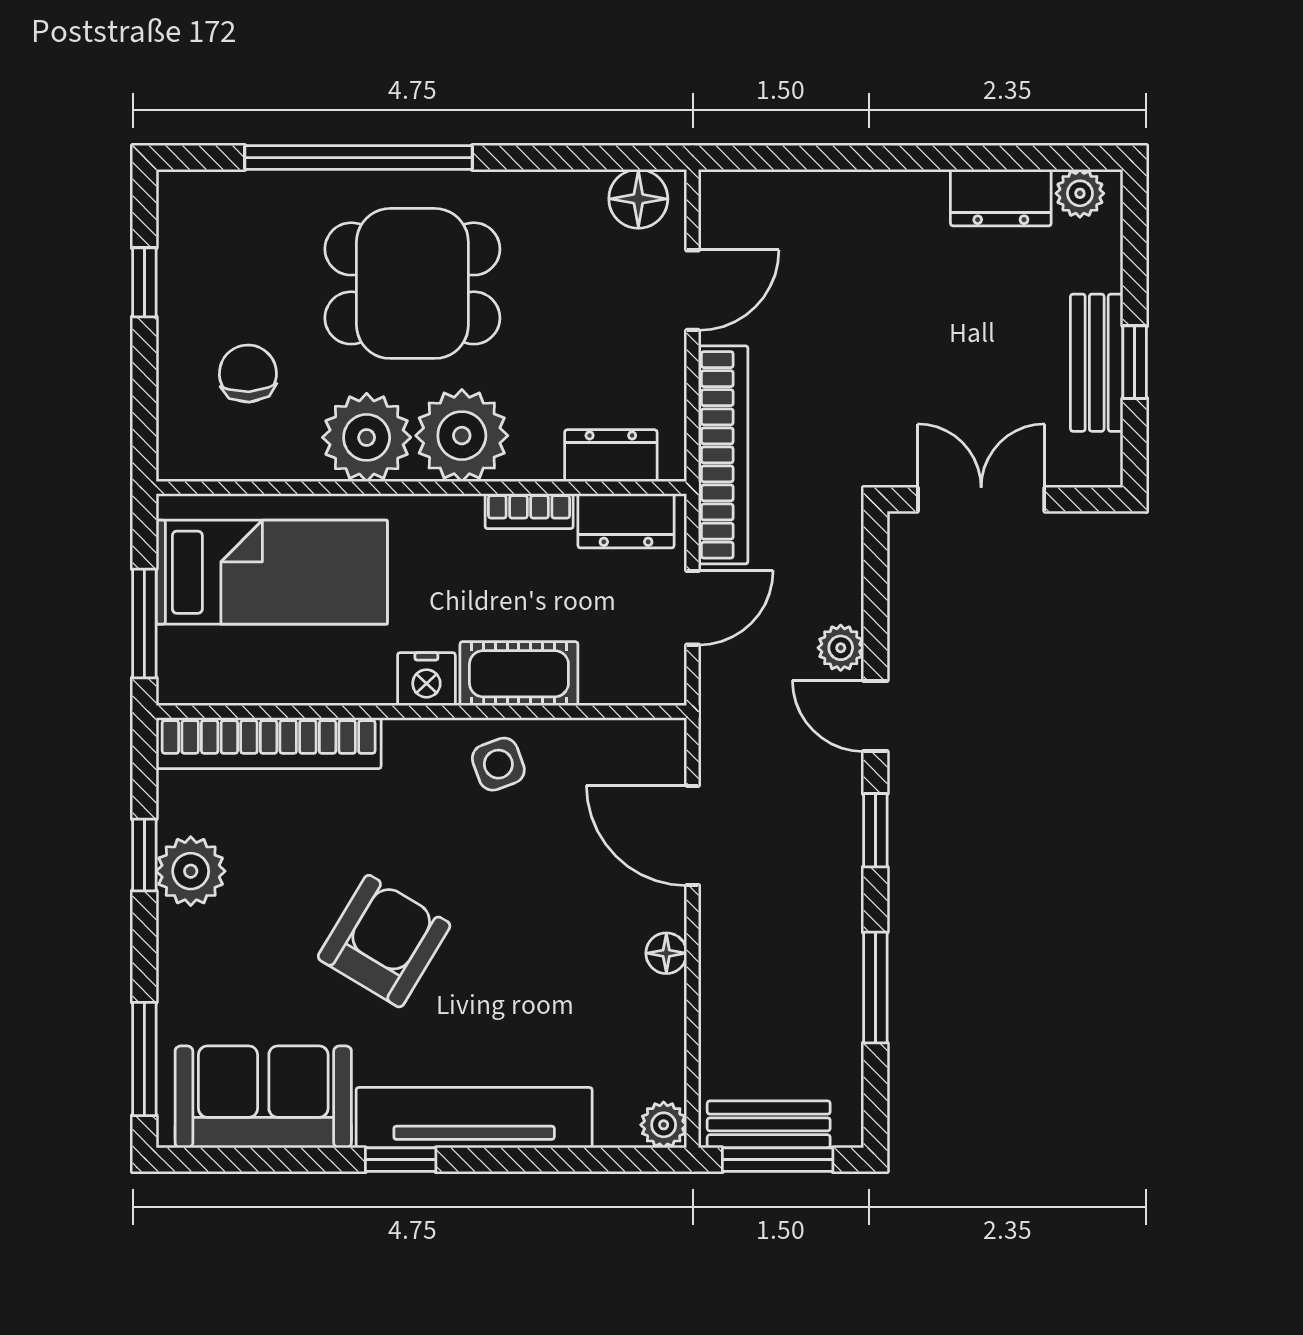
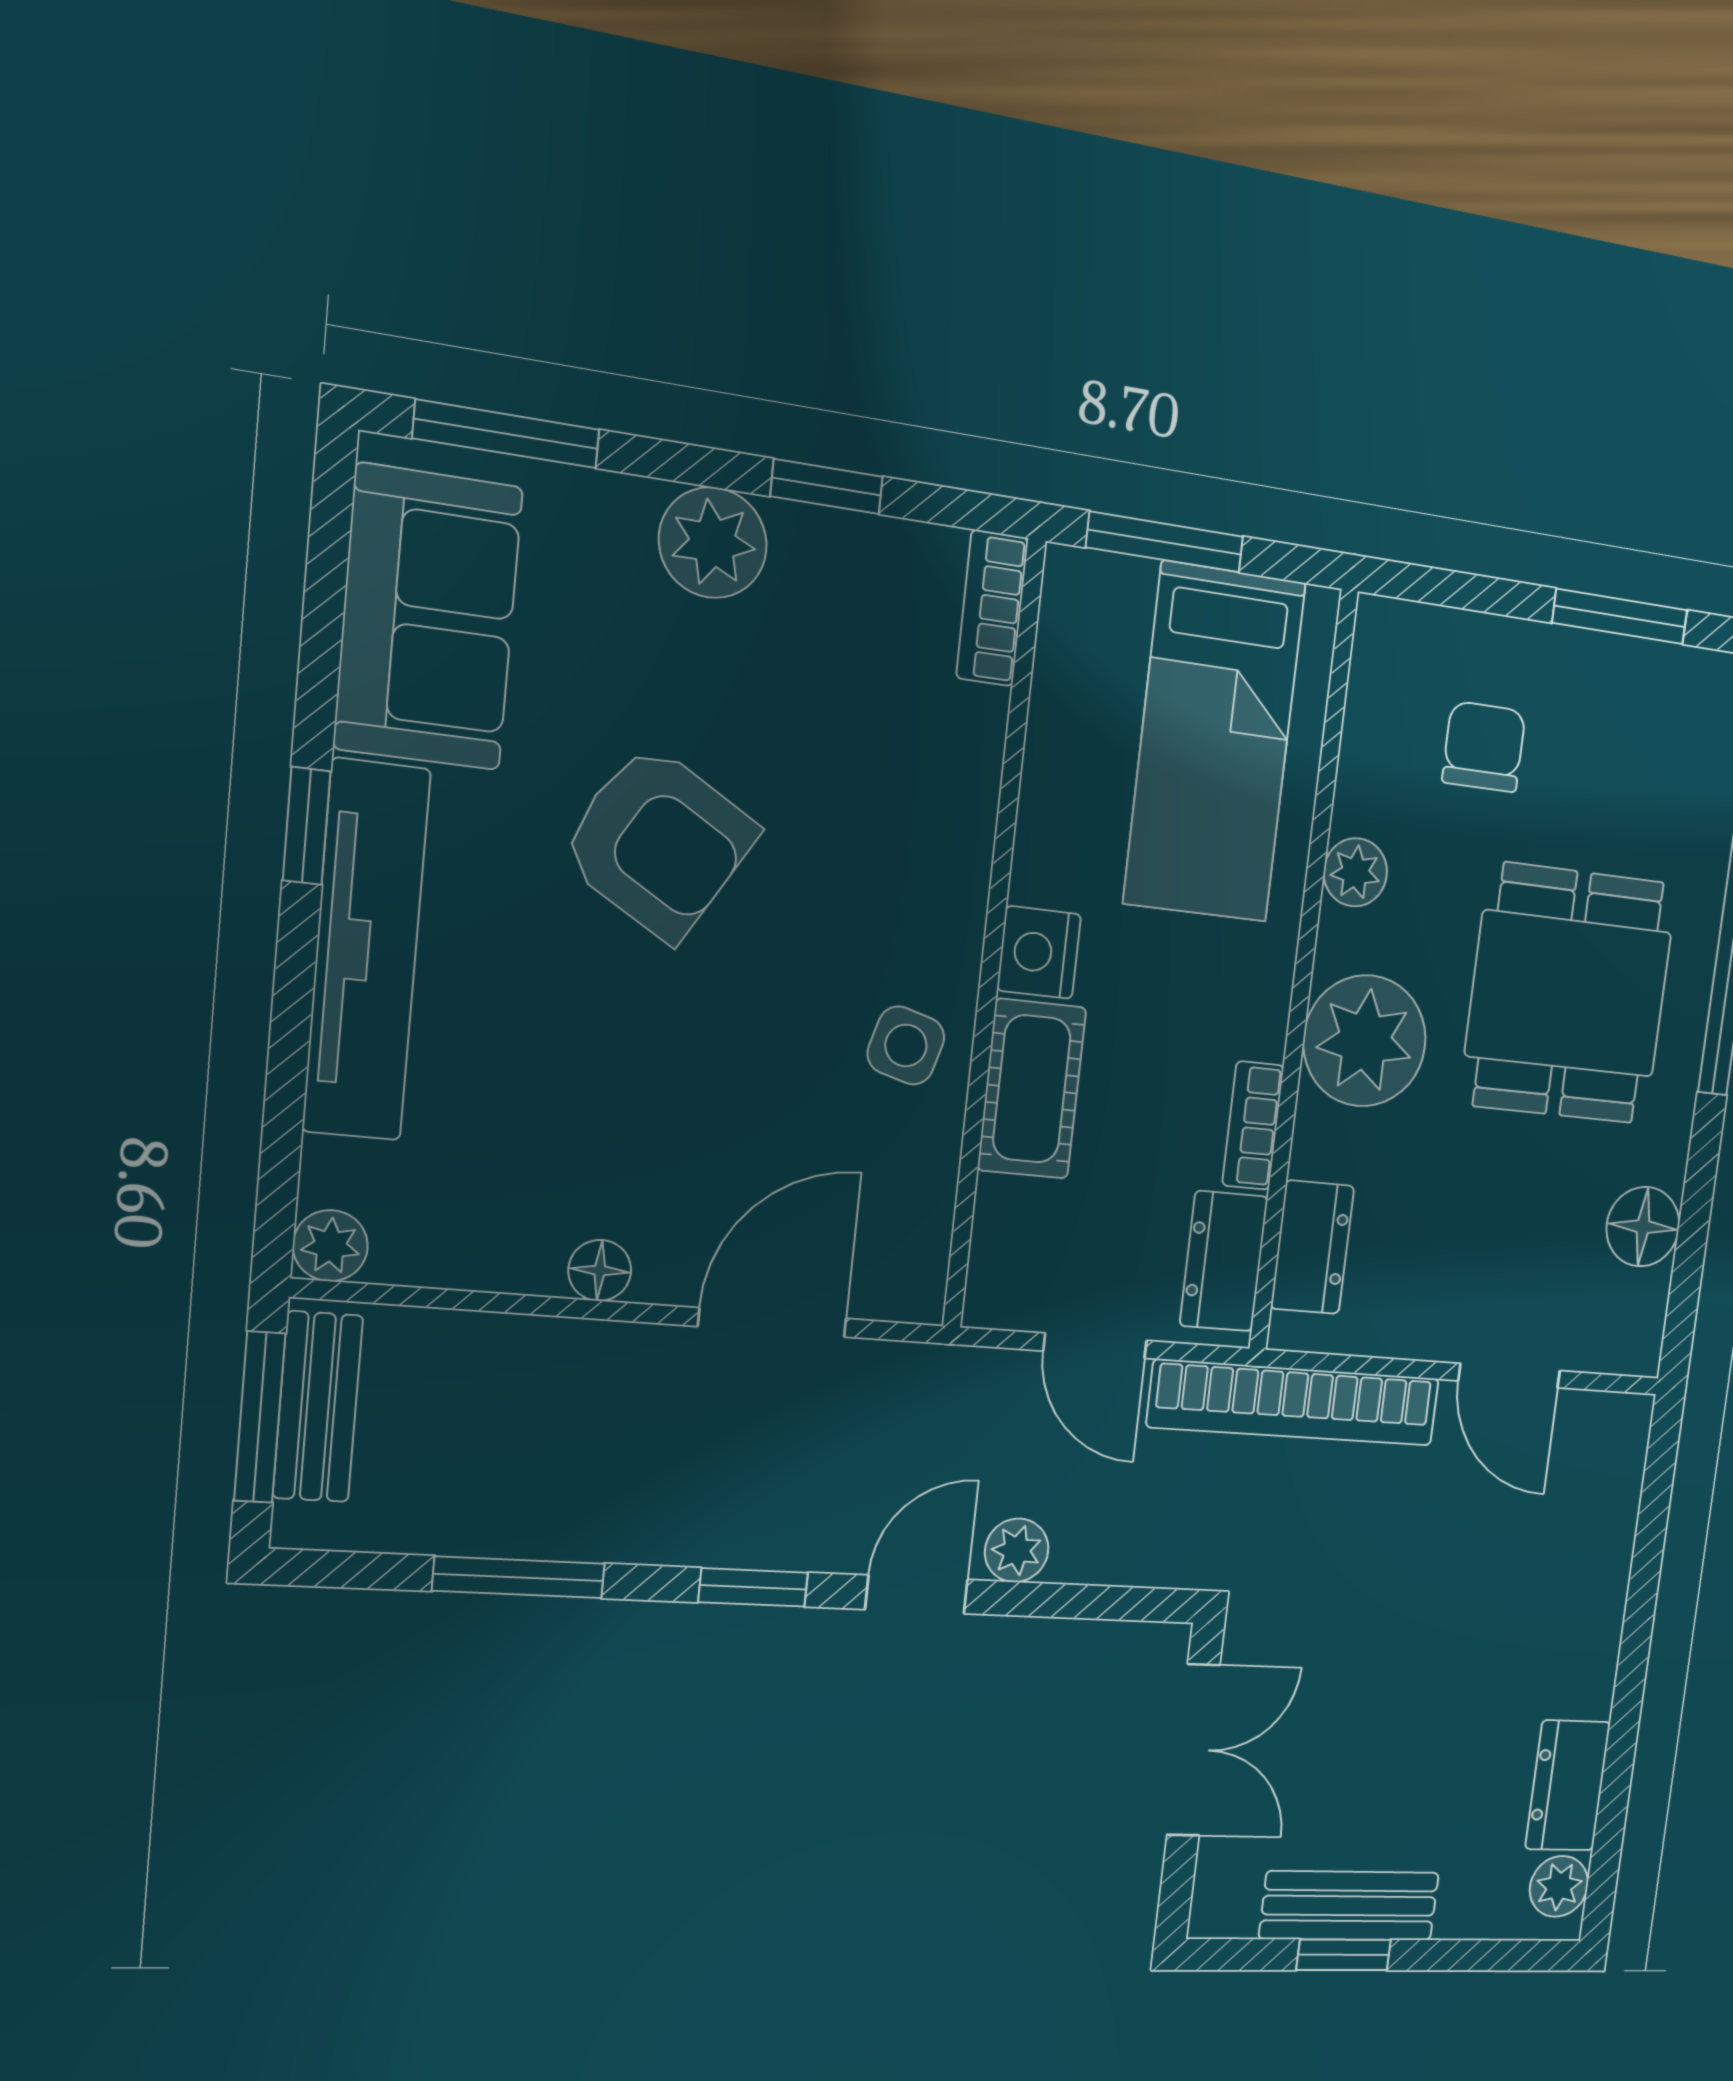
floor lamp: (638, 199) -> (1643, 1227), moved
window: (144, 282) -> (1620, 617), width x1.50
chair: (248, 374) -> (1484, 747), turned -87
plant: (367, 437) -> (1355, 872), width x0.53, depth x0.53
bookcase: (269, 743) -> (992, 608), width x0.43, depth x0.76
side table: (498, 764) -> (906, 1045), turned 36
plant: (191, 871) -> (713, 543), moved

